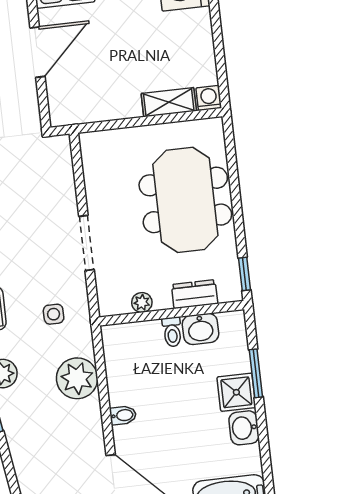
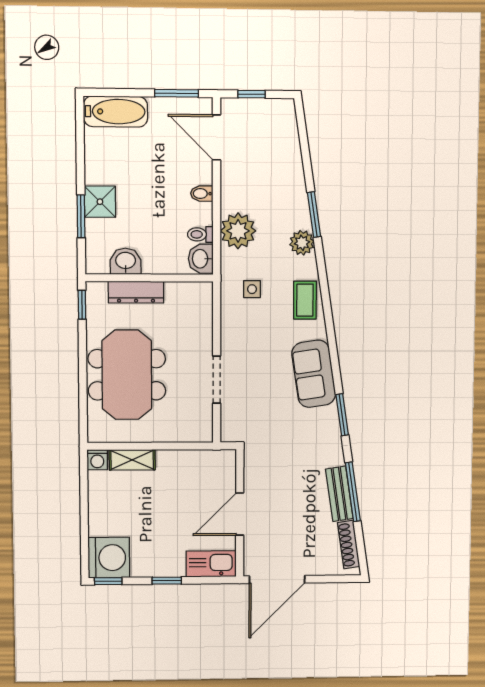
doorway: (86, 243) -> (217, 380), moved
dresser: (195, 294) -> (136, 292), width x1.44
plant: (142, 302) -> (174, 290), removed
toilet: (172, 332) -> (200, 234), moved, turned -90
washbasin: (244, 428) -> (201, 259), moved, turned 180

